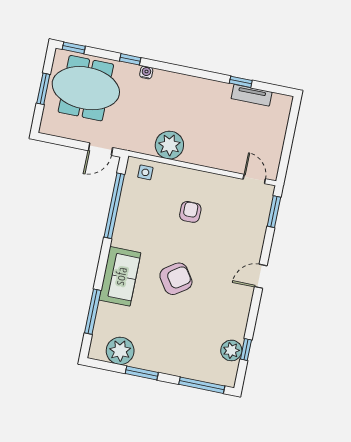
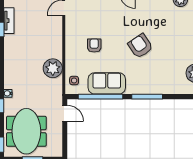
armchair: (190, 212) -> (94, 45), turned 90
sofa: (120, 276) -> (107, 83), moved
window: (93, 312) -> (147, 97), moved

